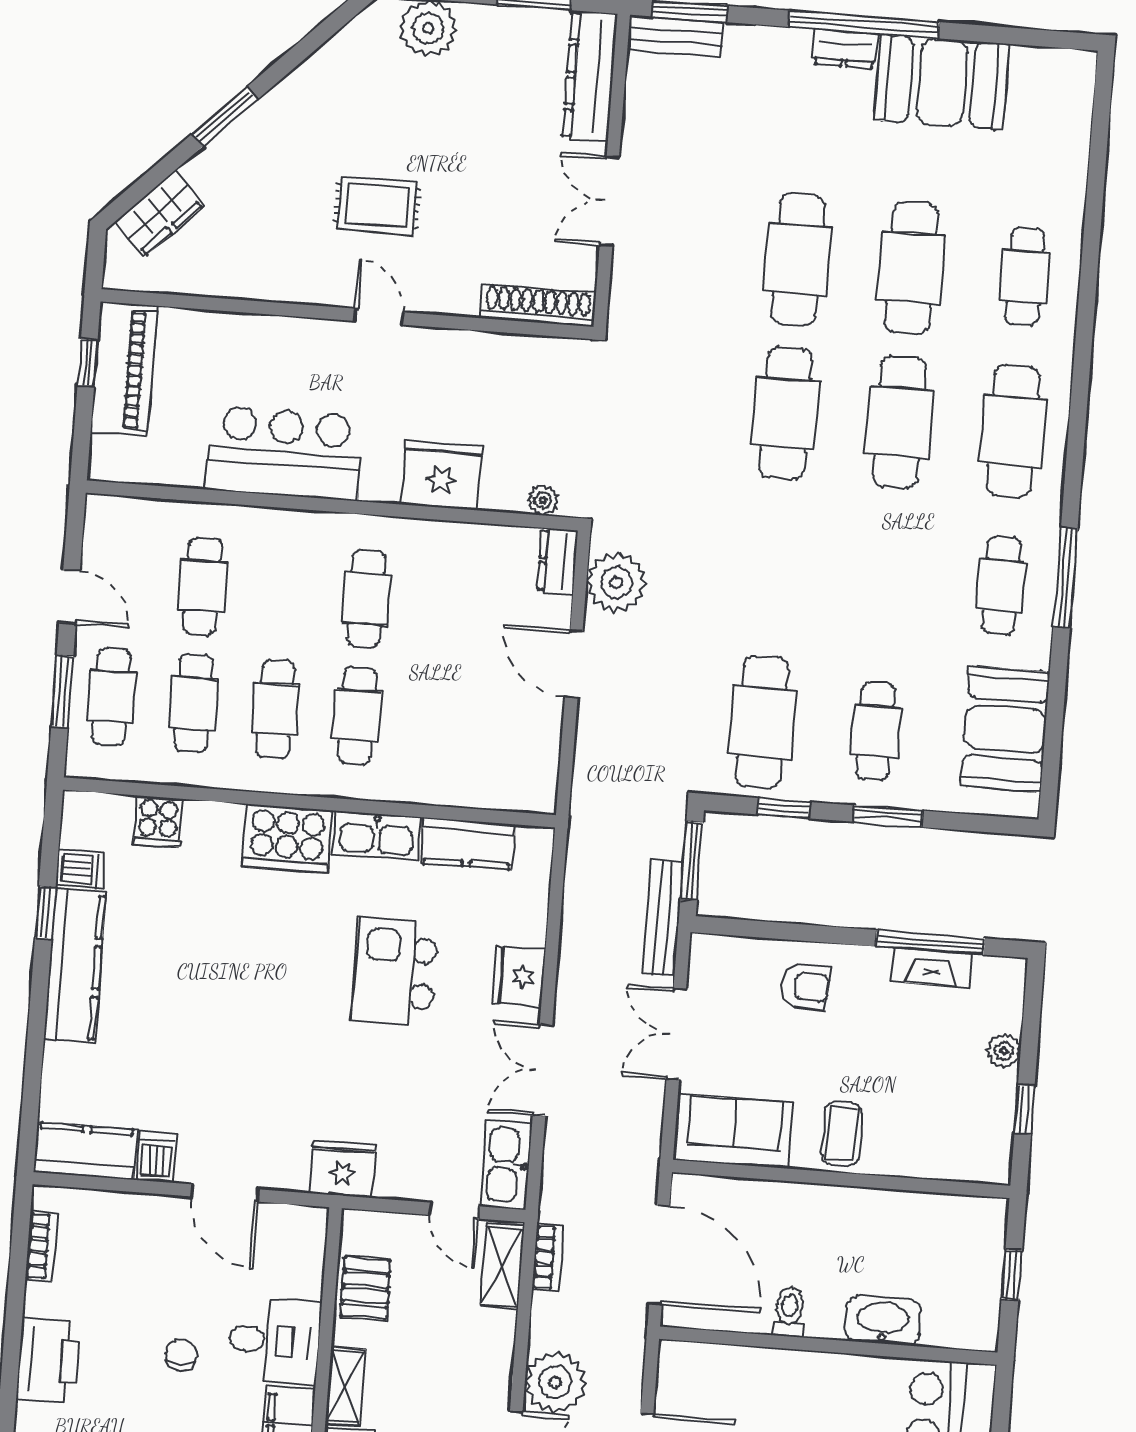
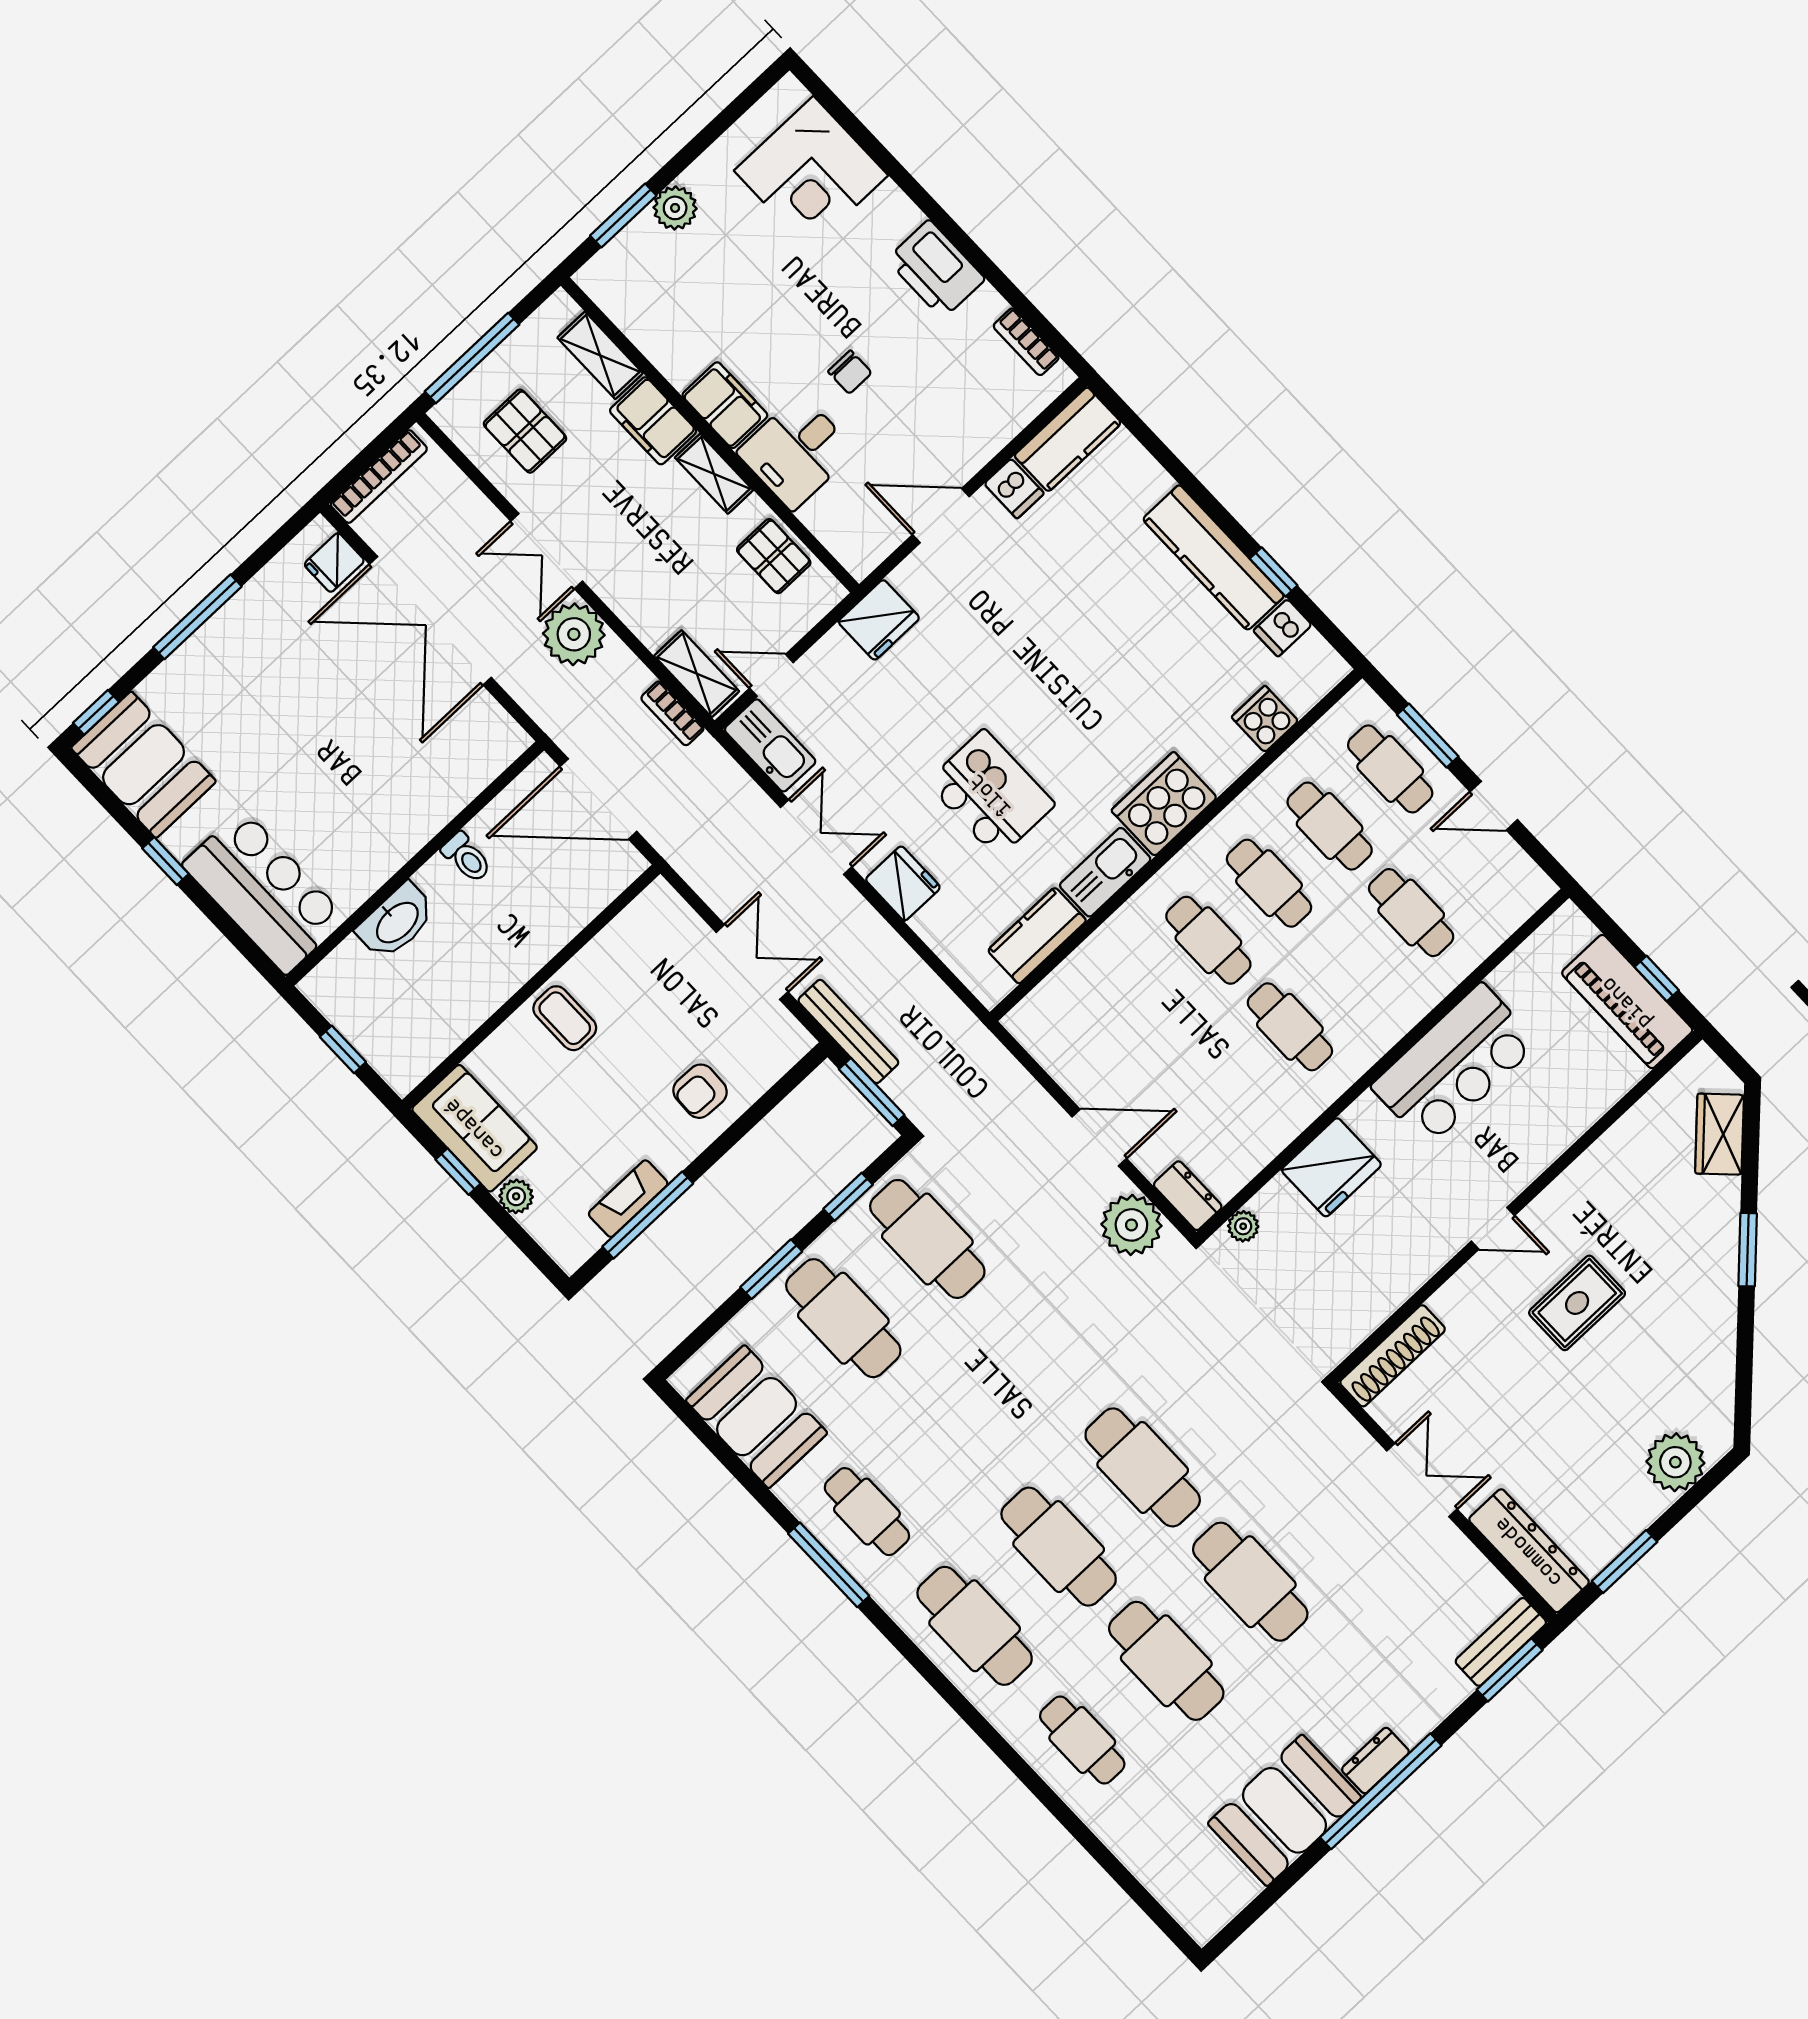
cafe table: (876, 731) -> (843, 1318), width x1.37, depth x1.35
sofa: (734, 1131) -> (475, 1128), moved, turned -90

